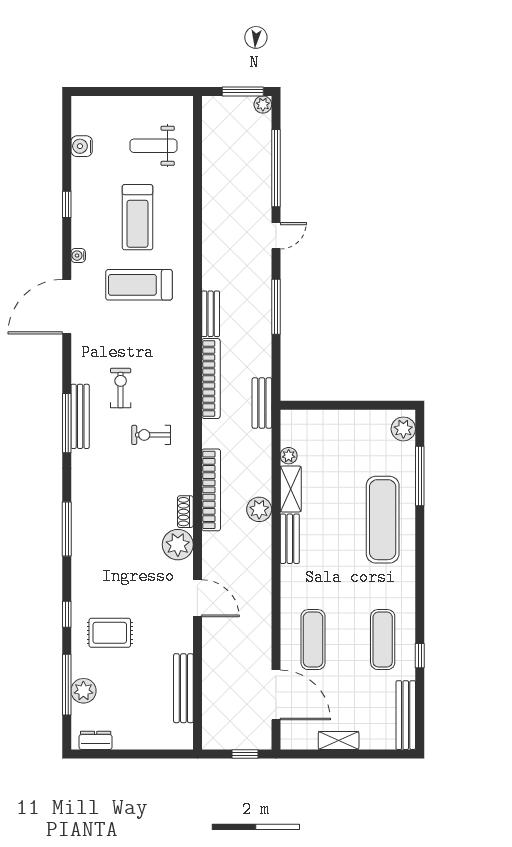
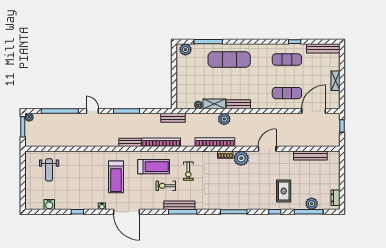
treadmill: (138, 217) -> (154, 167), moved

